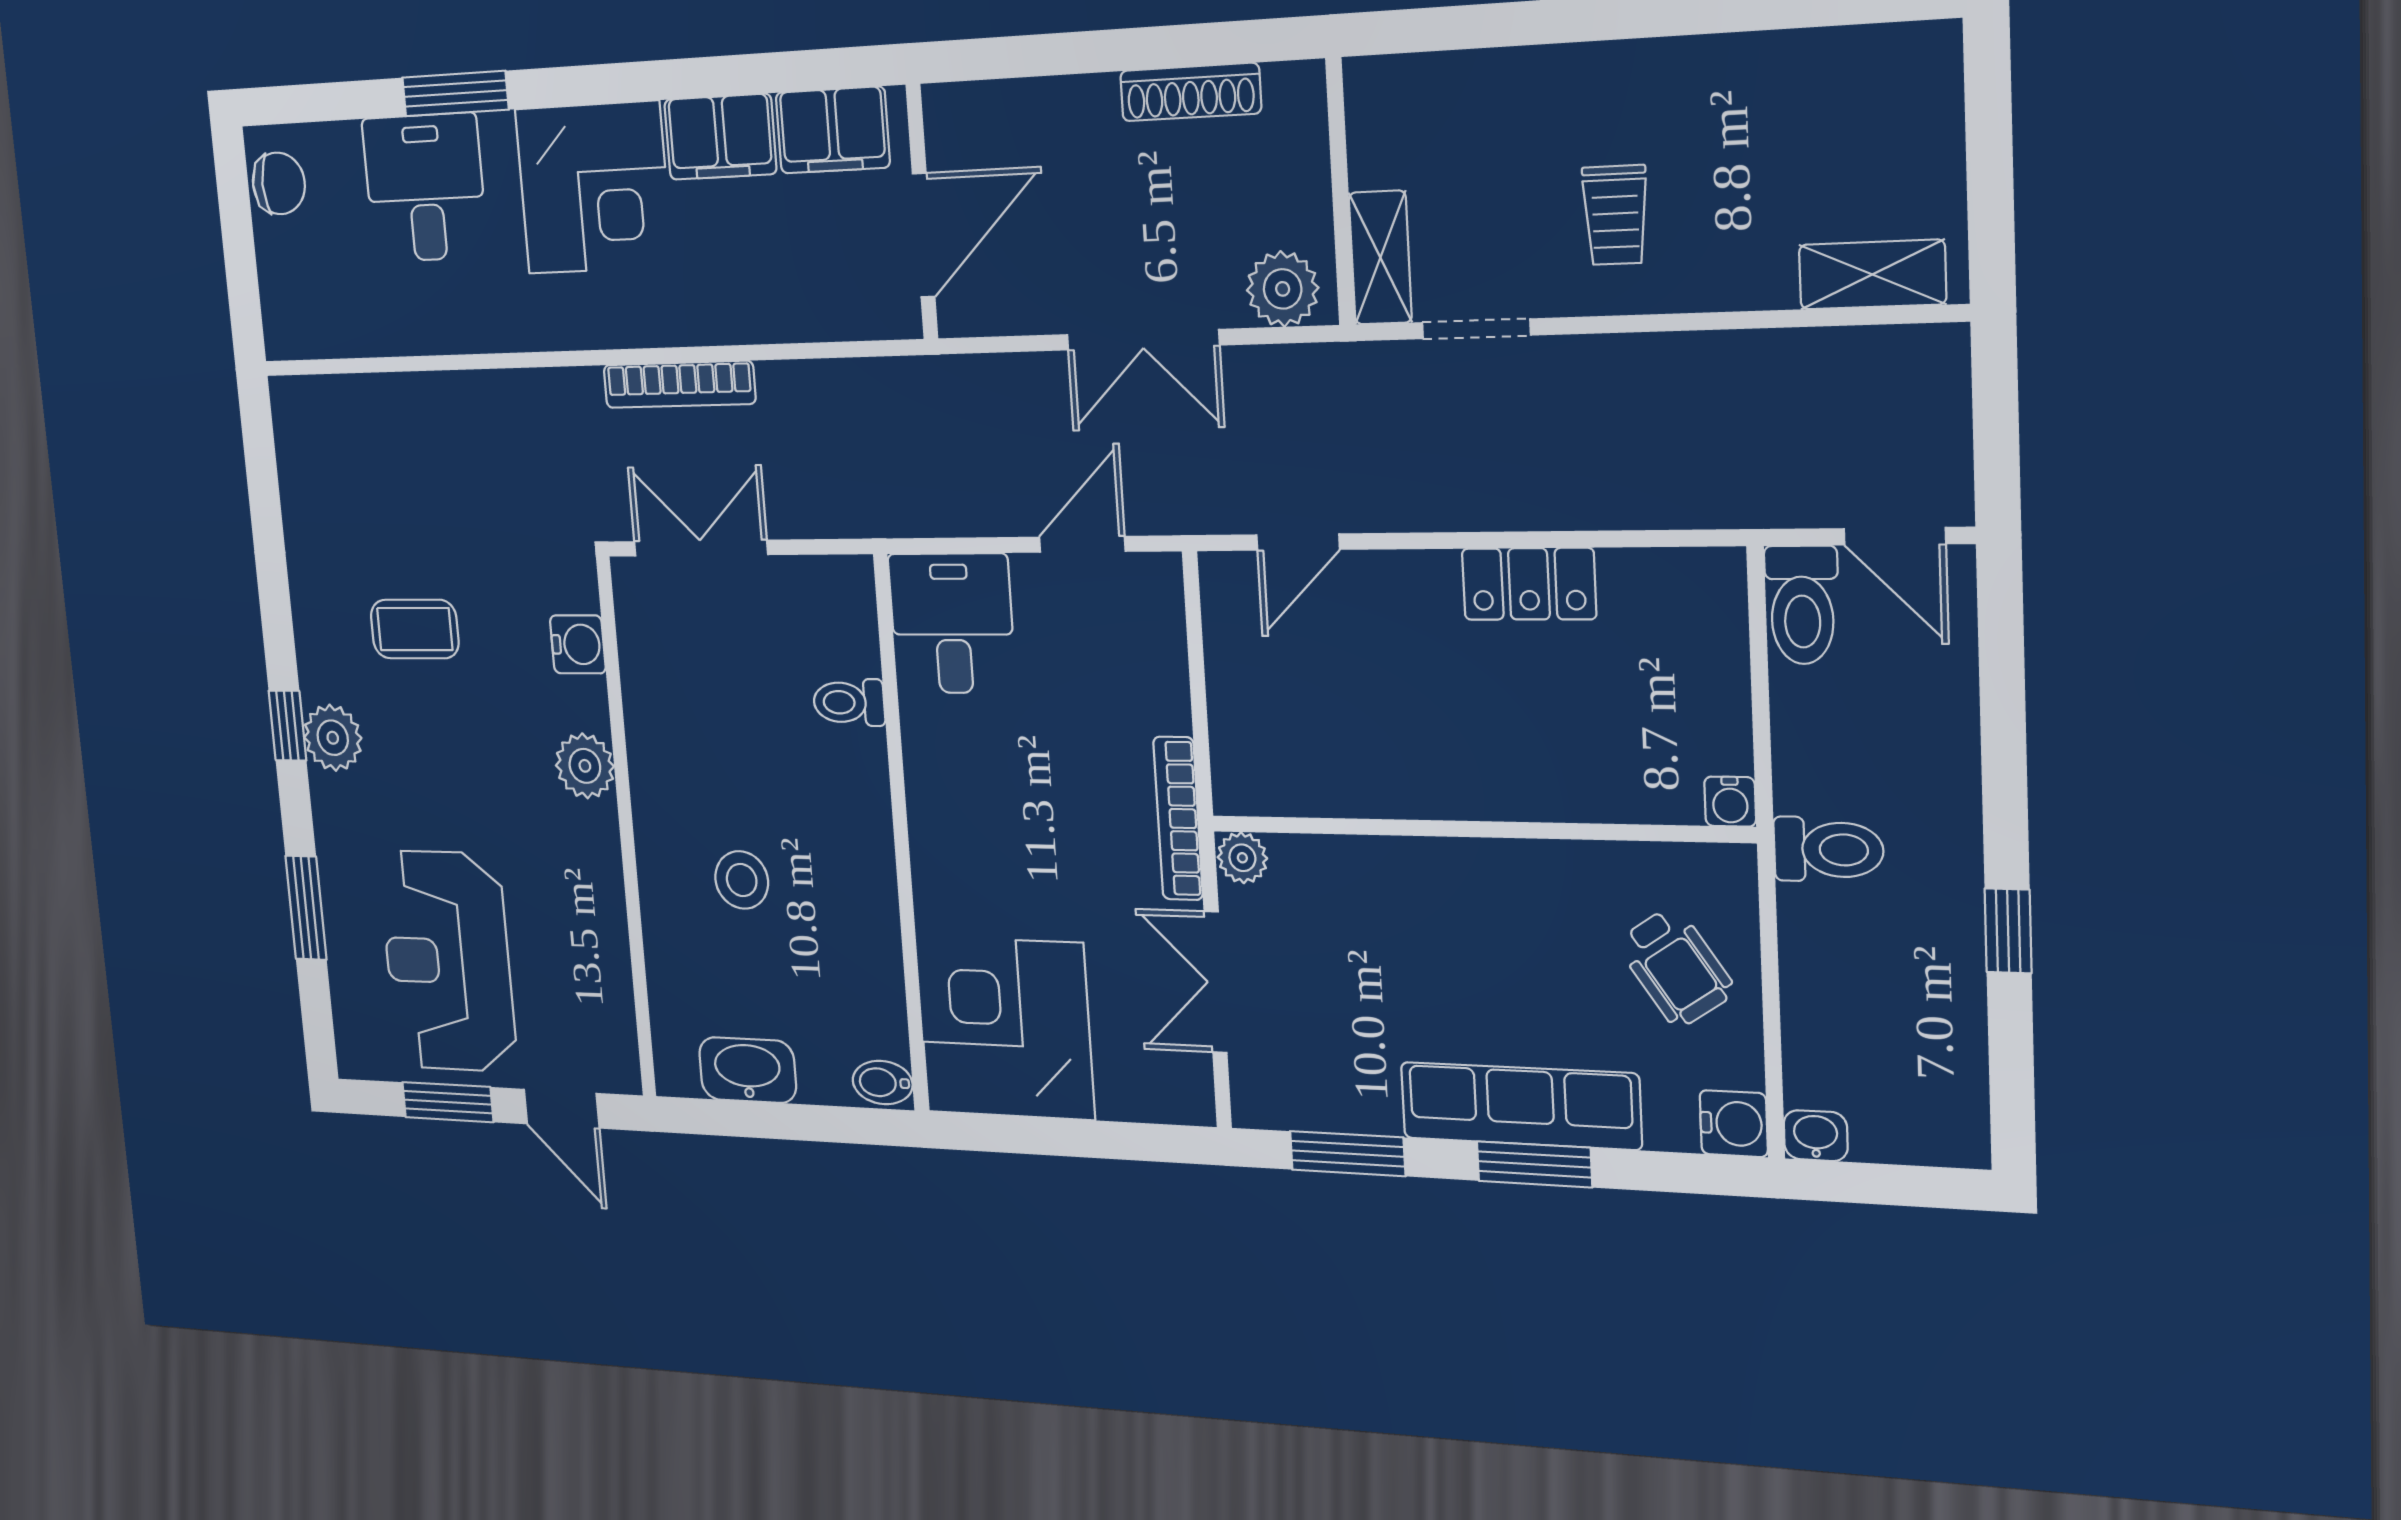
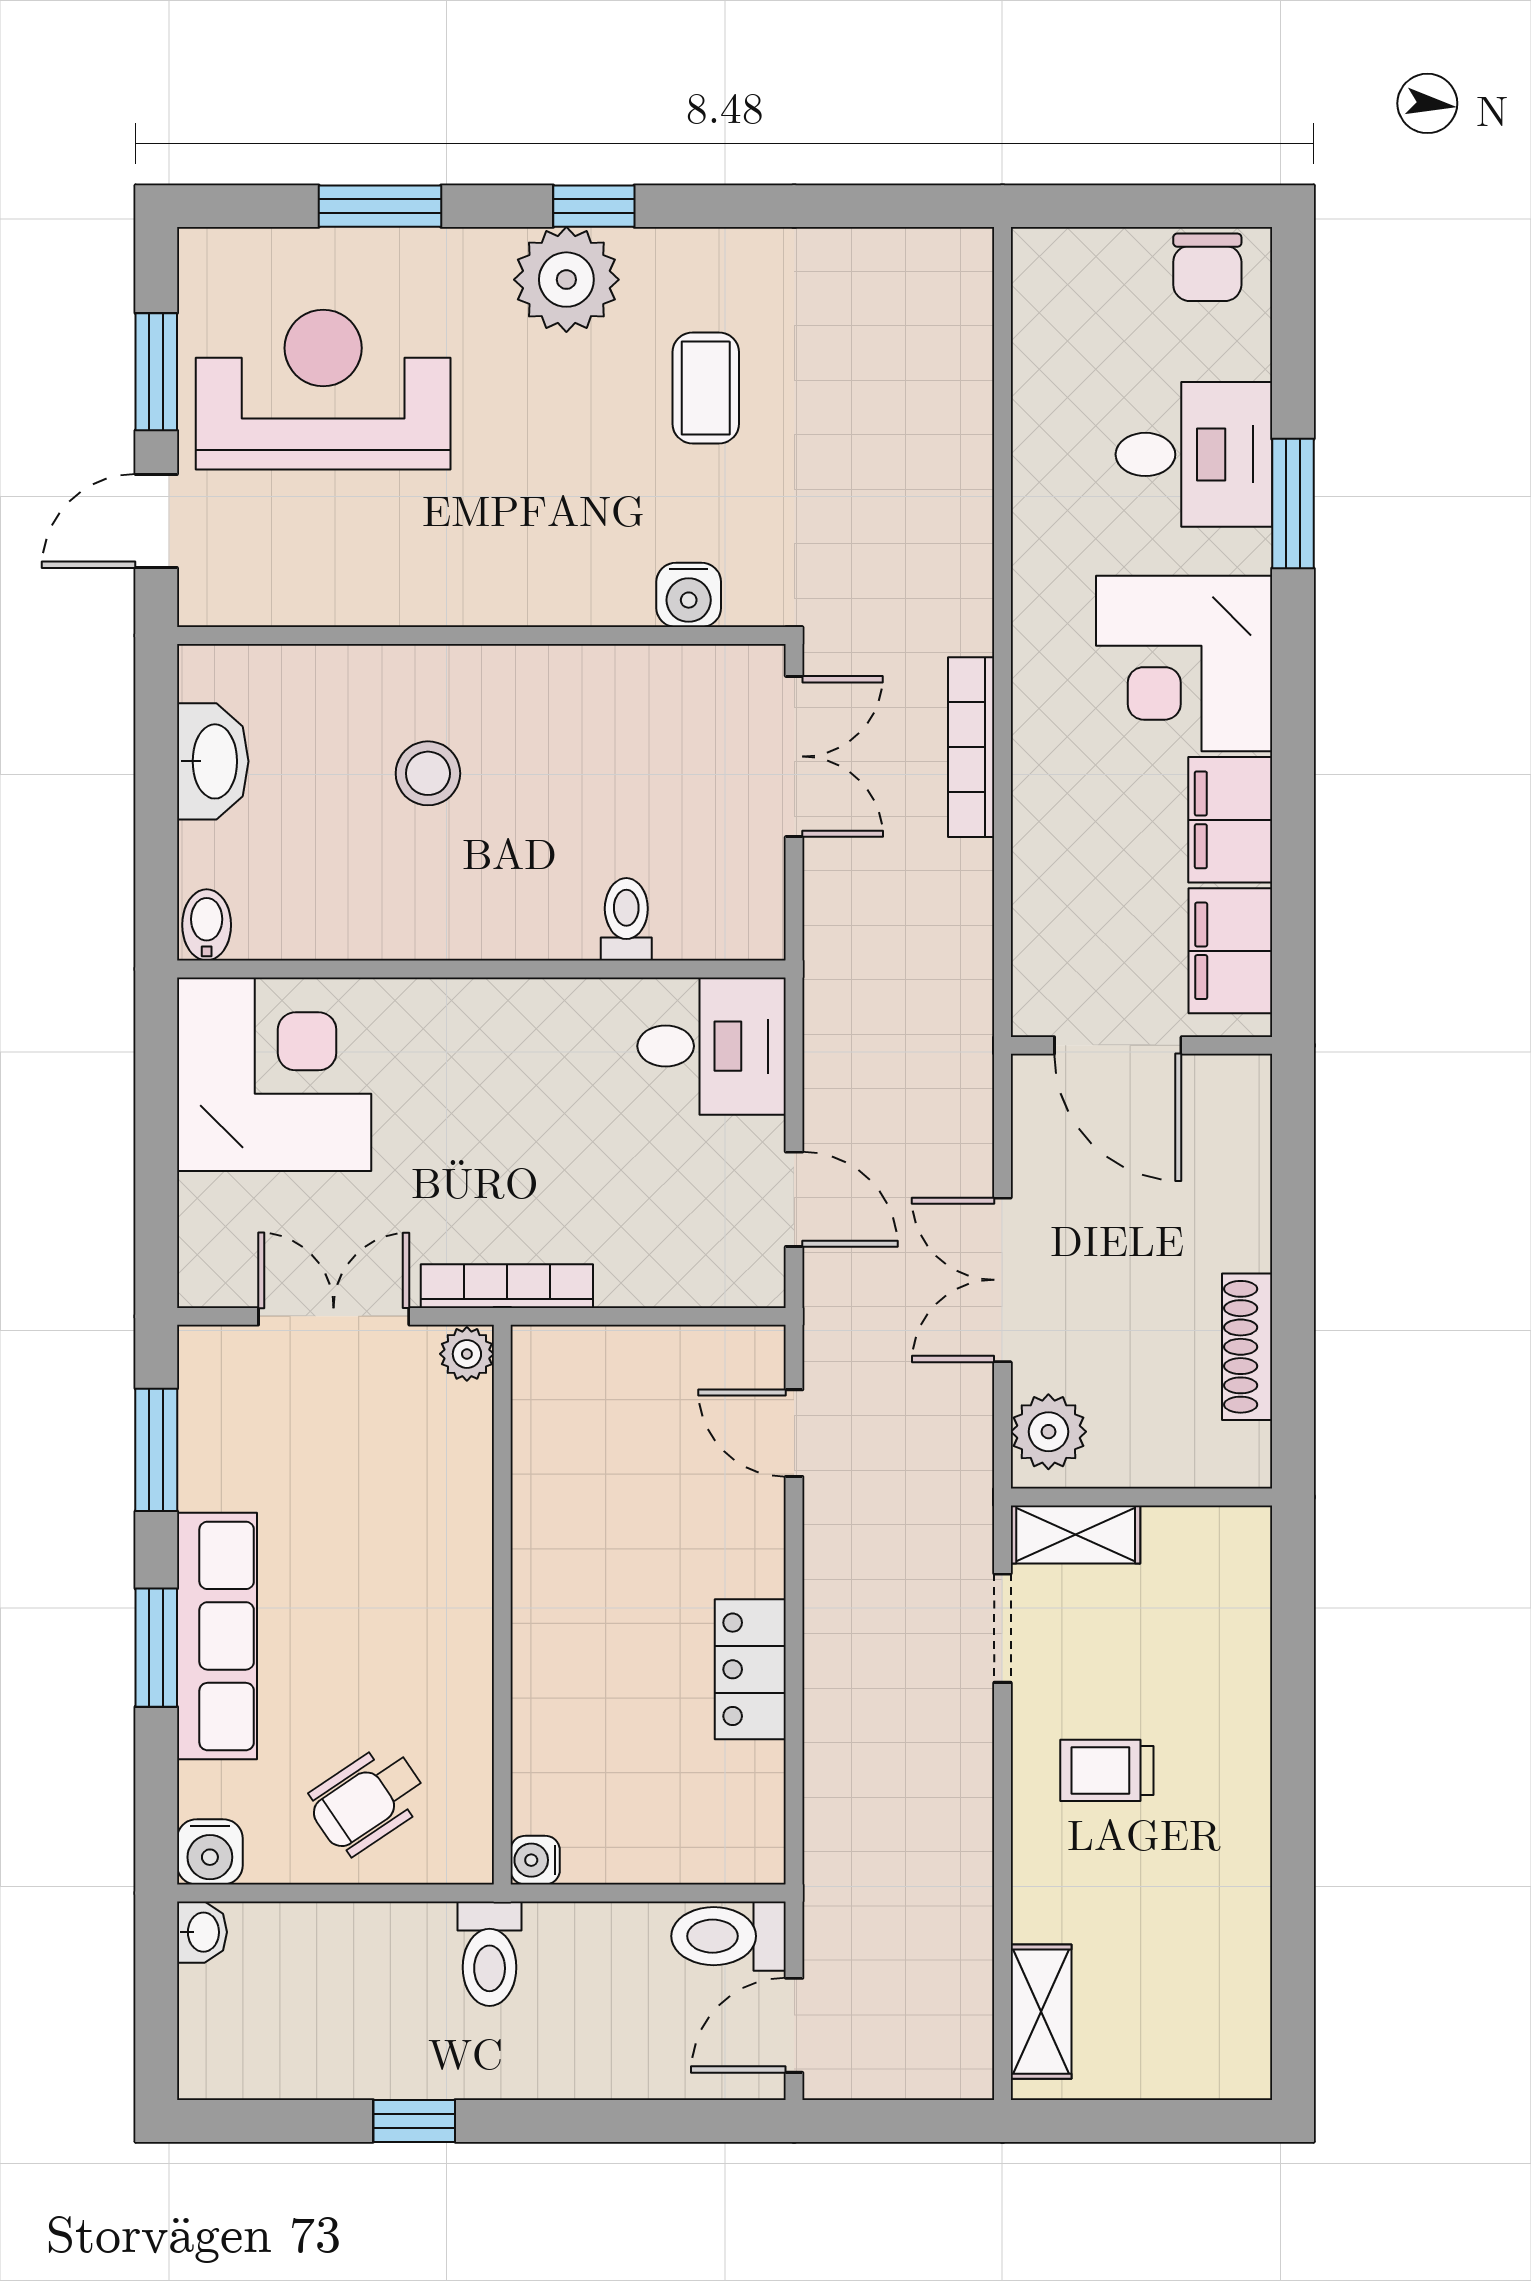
plant: (333, 738) -> (566, 280), width x1.36, depth x1.36
plant: (585, 766) -> (552, 590), removed

